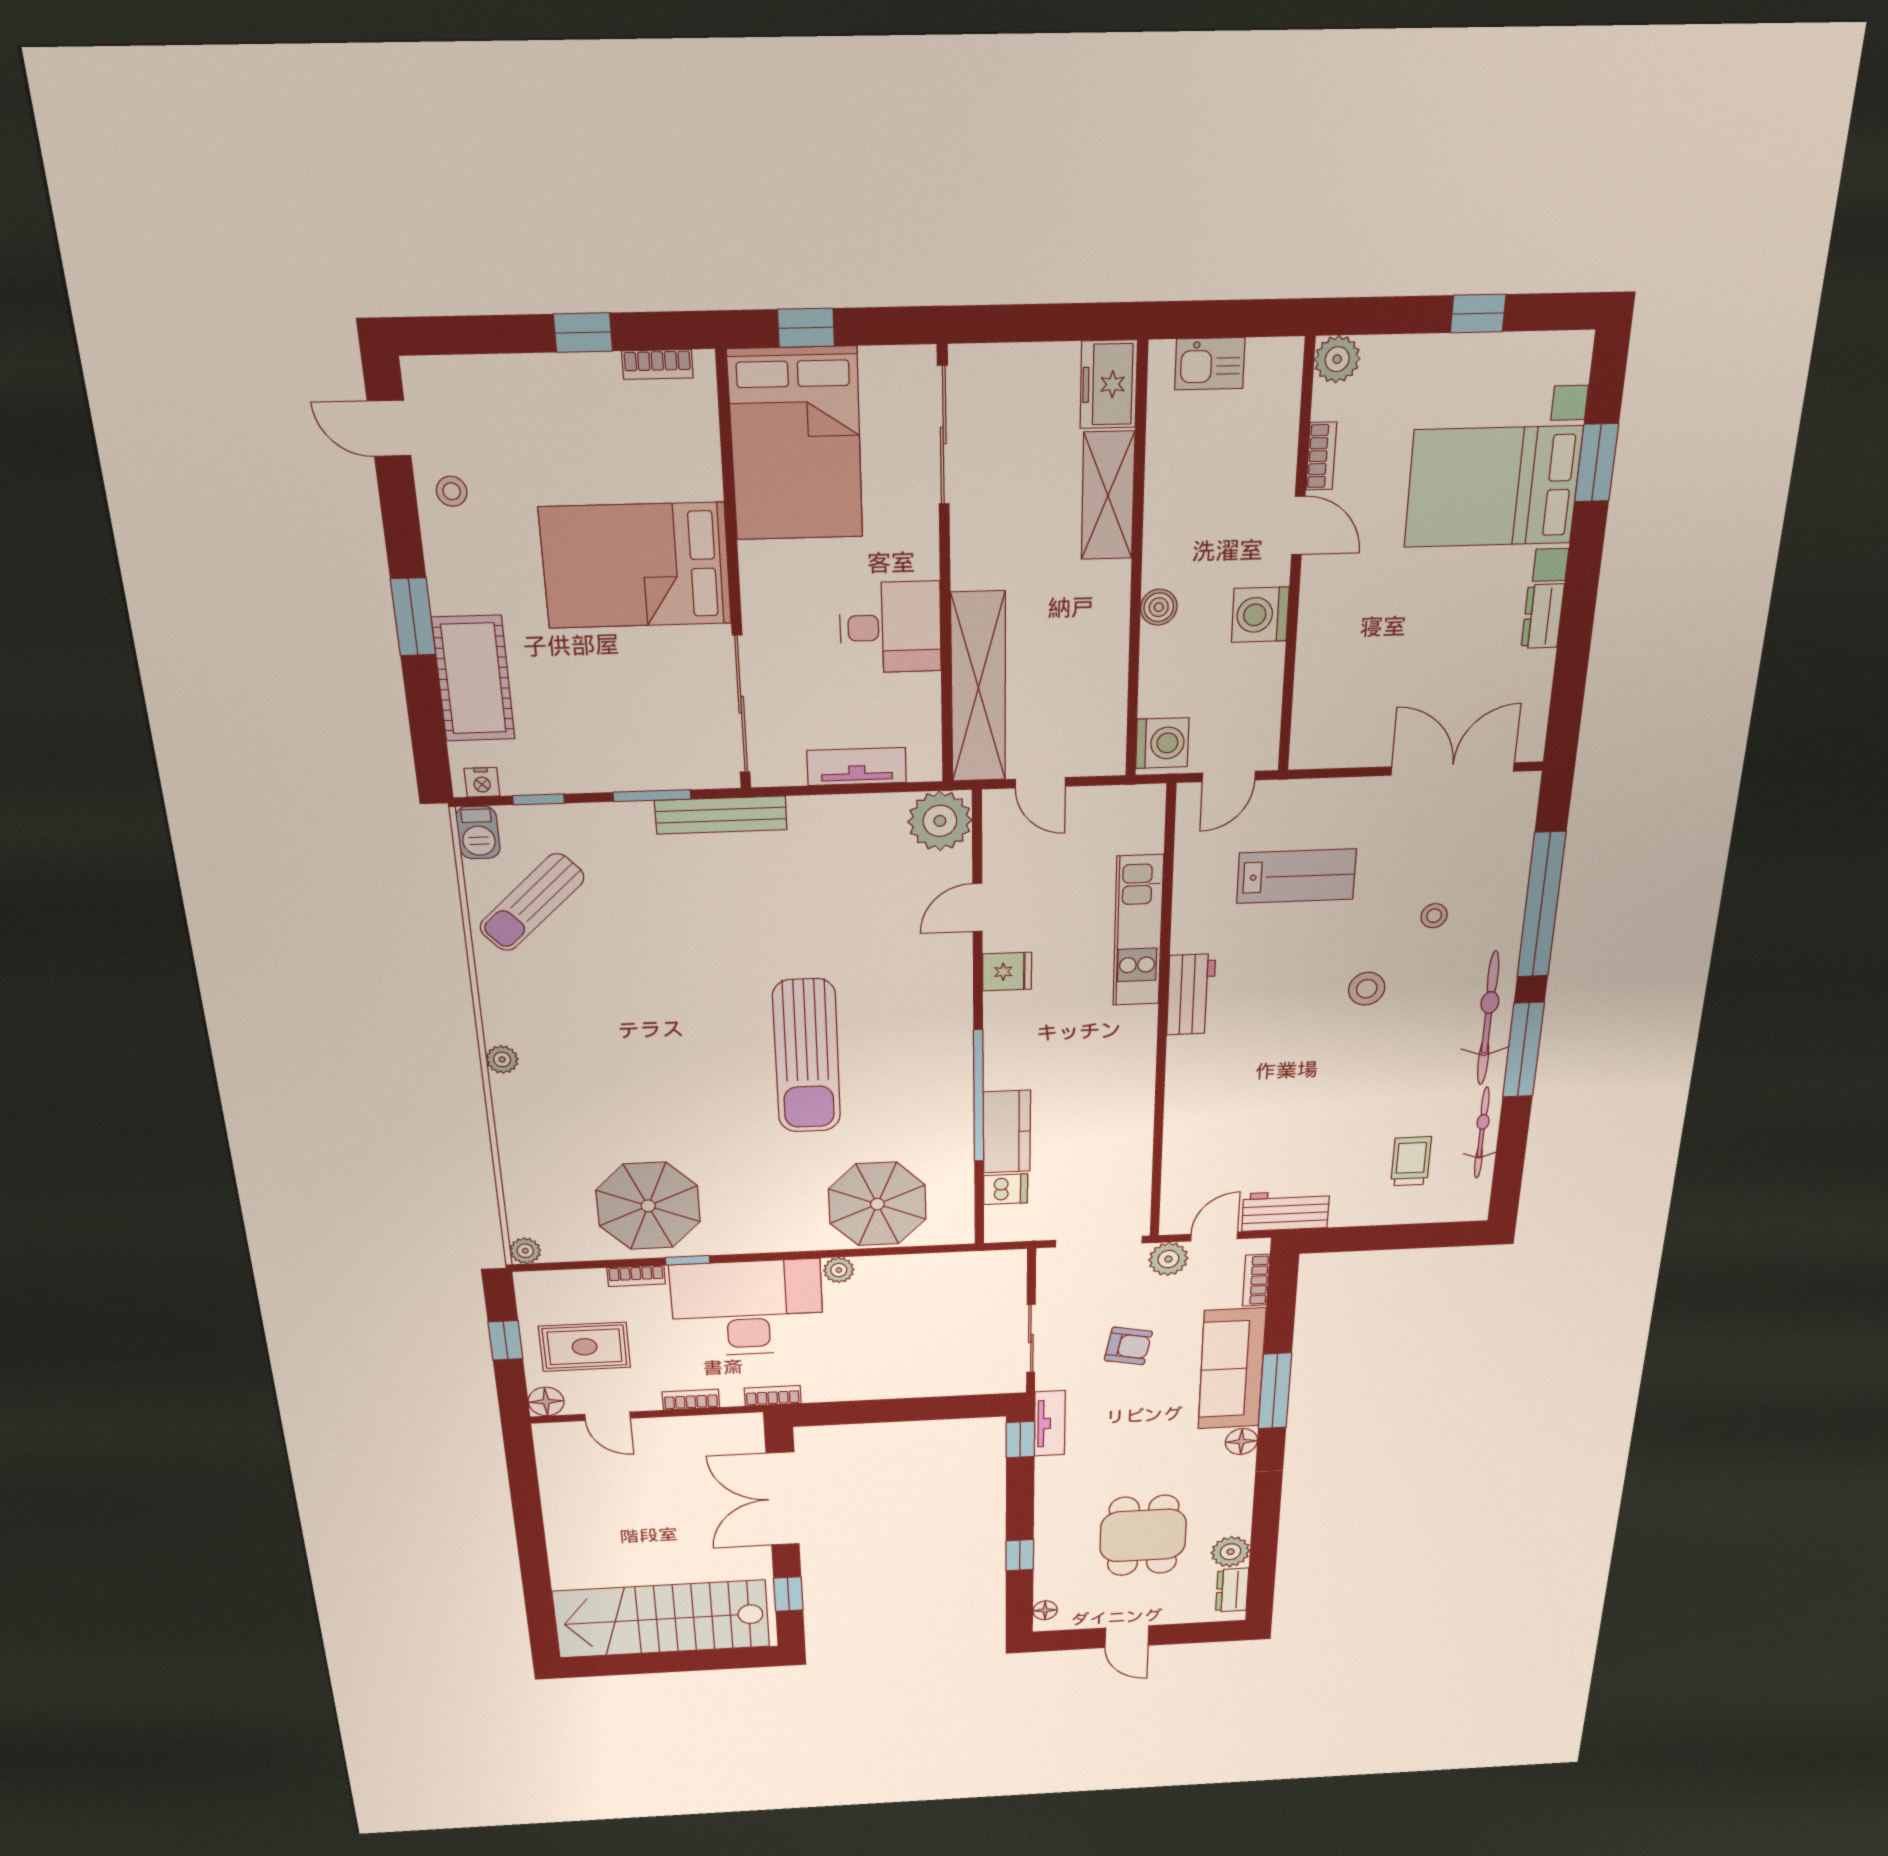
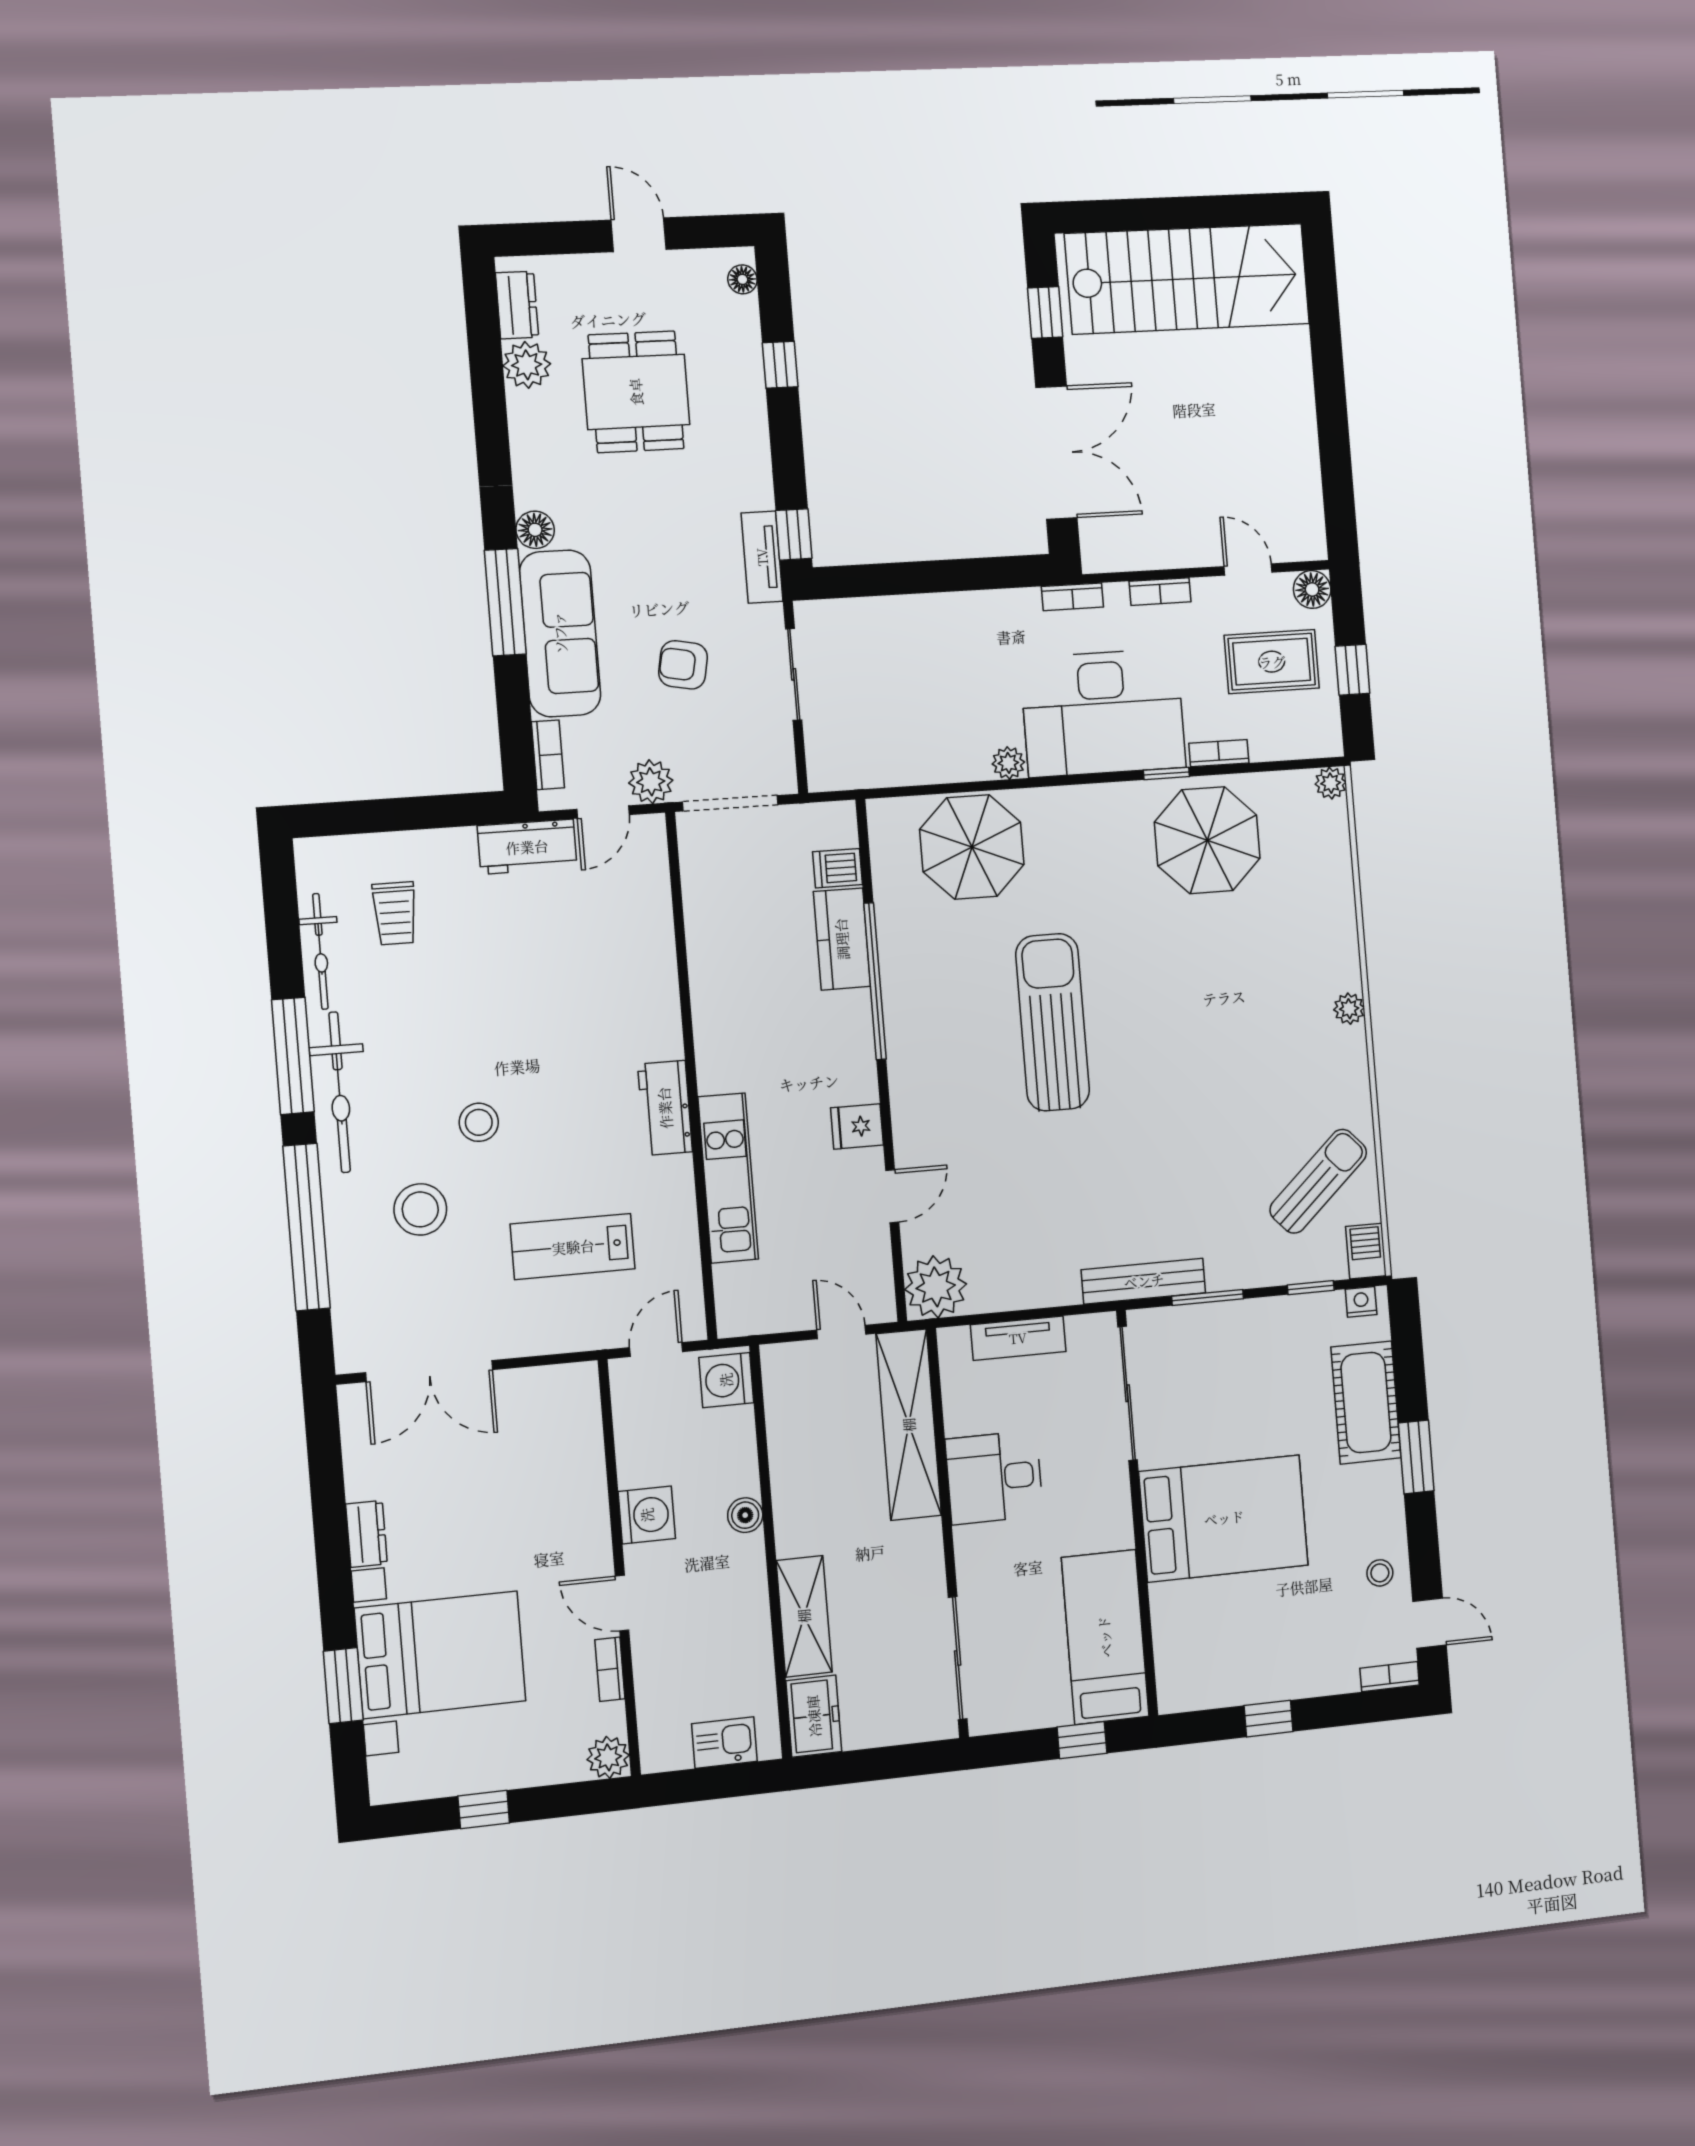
bookcase: (657, 364) -> (1390, 1677), moved
bed: (796, 444) -> (1105, 1637), width x0.67
stool: (1434, 916) -> (420, 1209), width x1.89, depth x1.89

